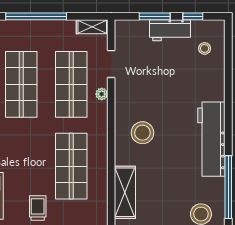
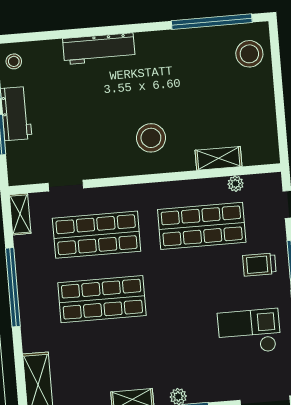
stool: (205, 48) -> (14, 61), moved
plant: (102, 94) -> (236, 184), moved
workbench: (211, 139) -> (99, 49), moved, width x0.73, depth x0.76
shelving: (125, 192) -> (219, 158), width x0.67, depth x0.75

